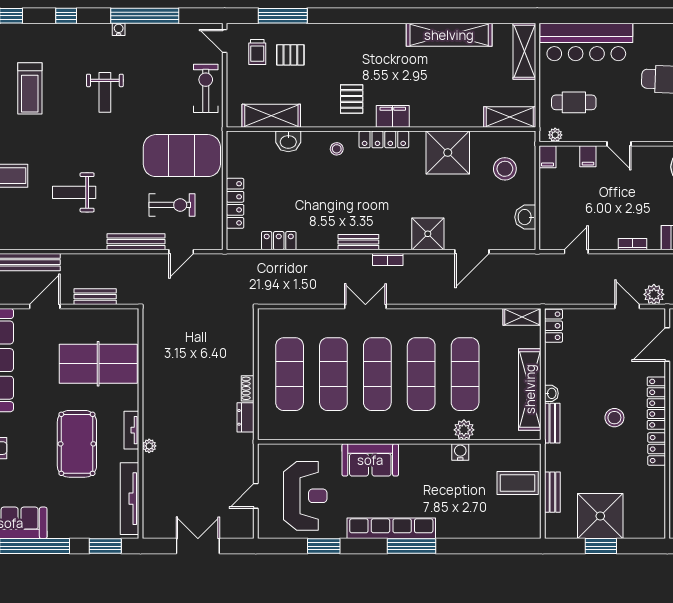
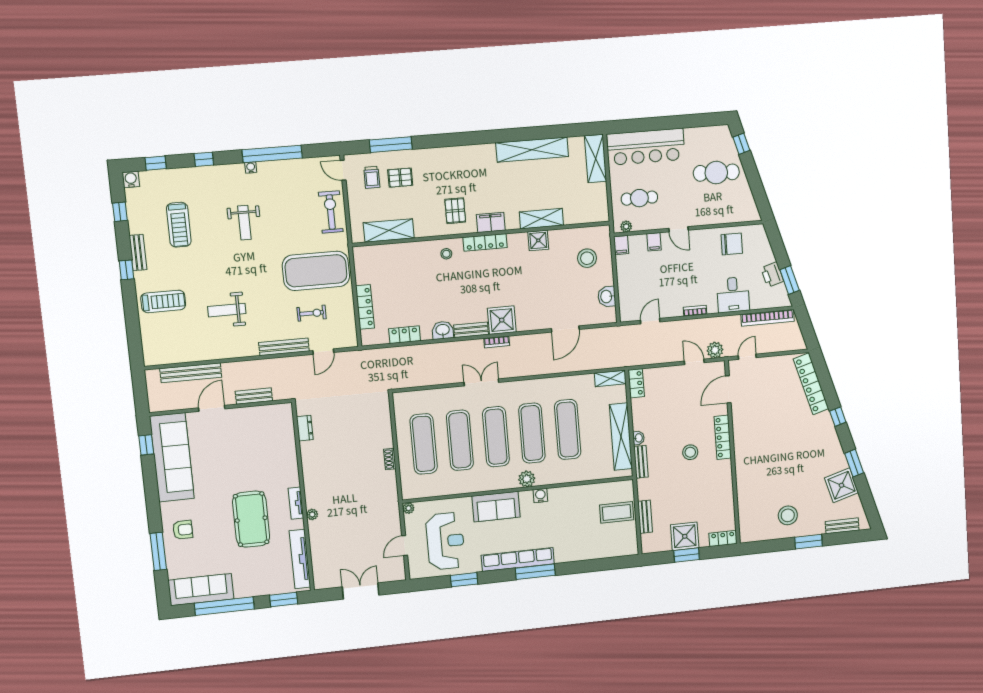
shelving: (510, 117) -> (541, 219), moved
washbasin: (288, 141) -> (443, 330), moved, turned 180
shower: (448, 153) -> (538, 240), width x0.54, depth x0.54
exercise bike: (172, 205) -> (312, 313), width x0.73, depth x0.72
shower: (428, 234) -> (502, 320), moved
table tennis table: (98, 364) -> (262, 451), removed
dresser: (246, 417) -> (305, 428), moved, turned 180
plant: (464, 430) -> (527, 479), moved
locker: (657, 449) -> (723, 538), moved, turned 90
plant: (264, 451) -> (408, 508), added
water cooler: (460, 452) -> (540, 495), moved
shower: (600, 516) -> (685, 536), width x0.73, depth x0.73

